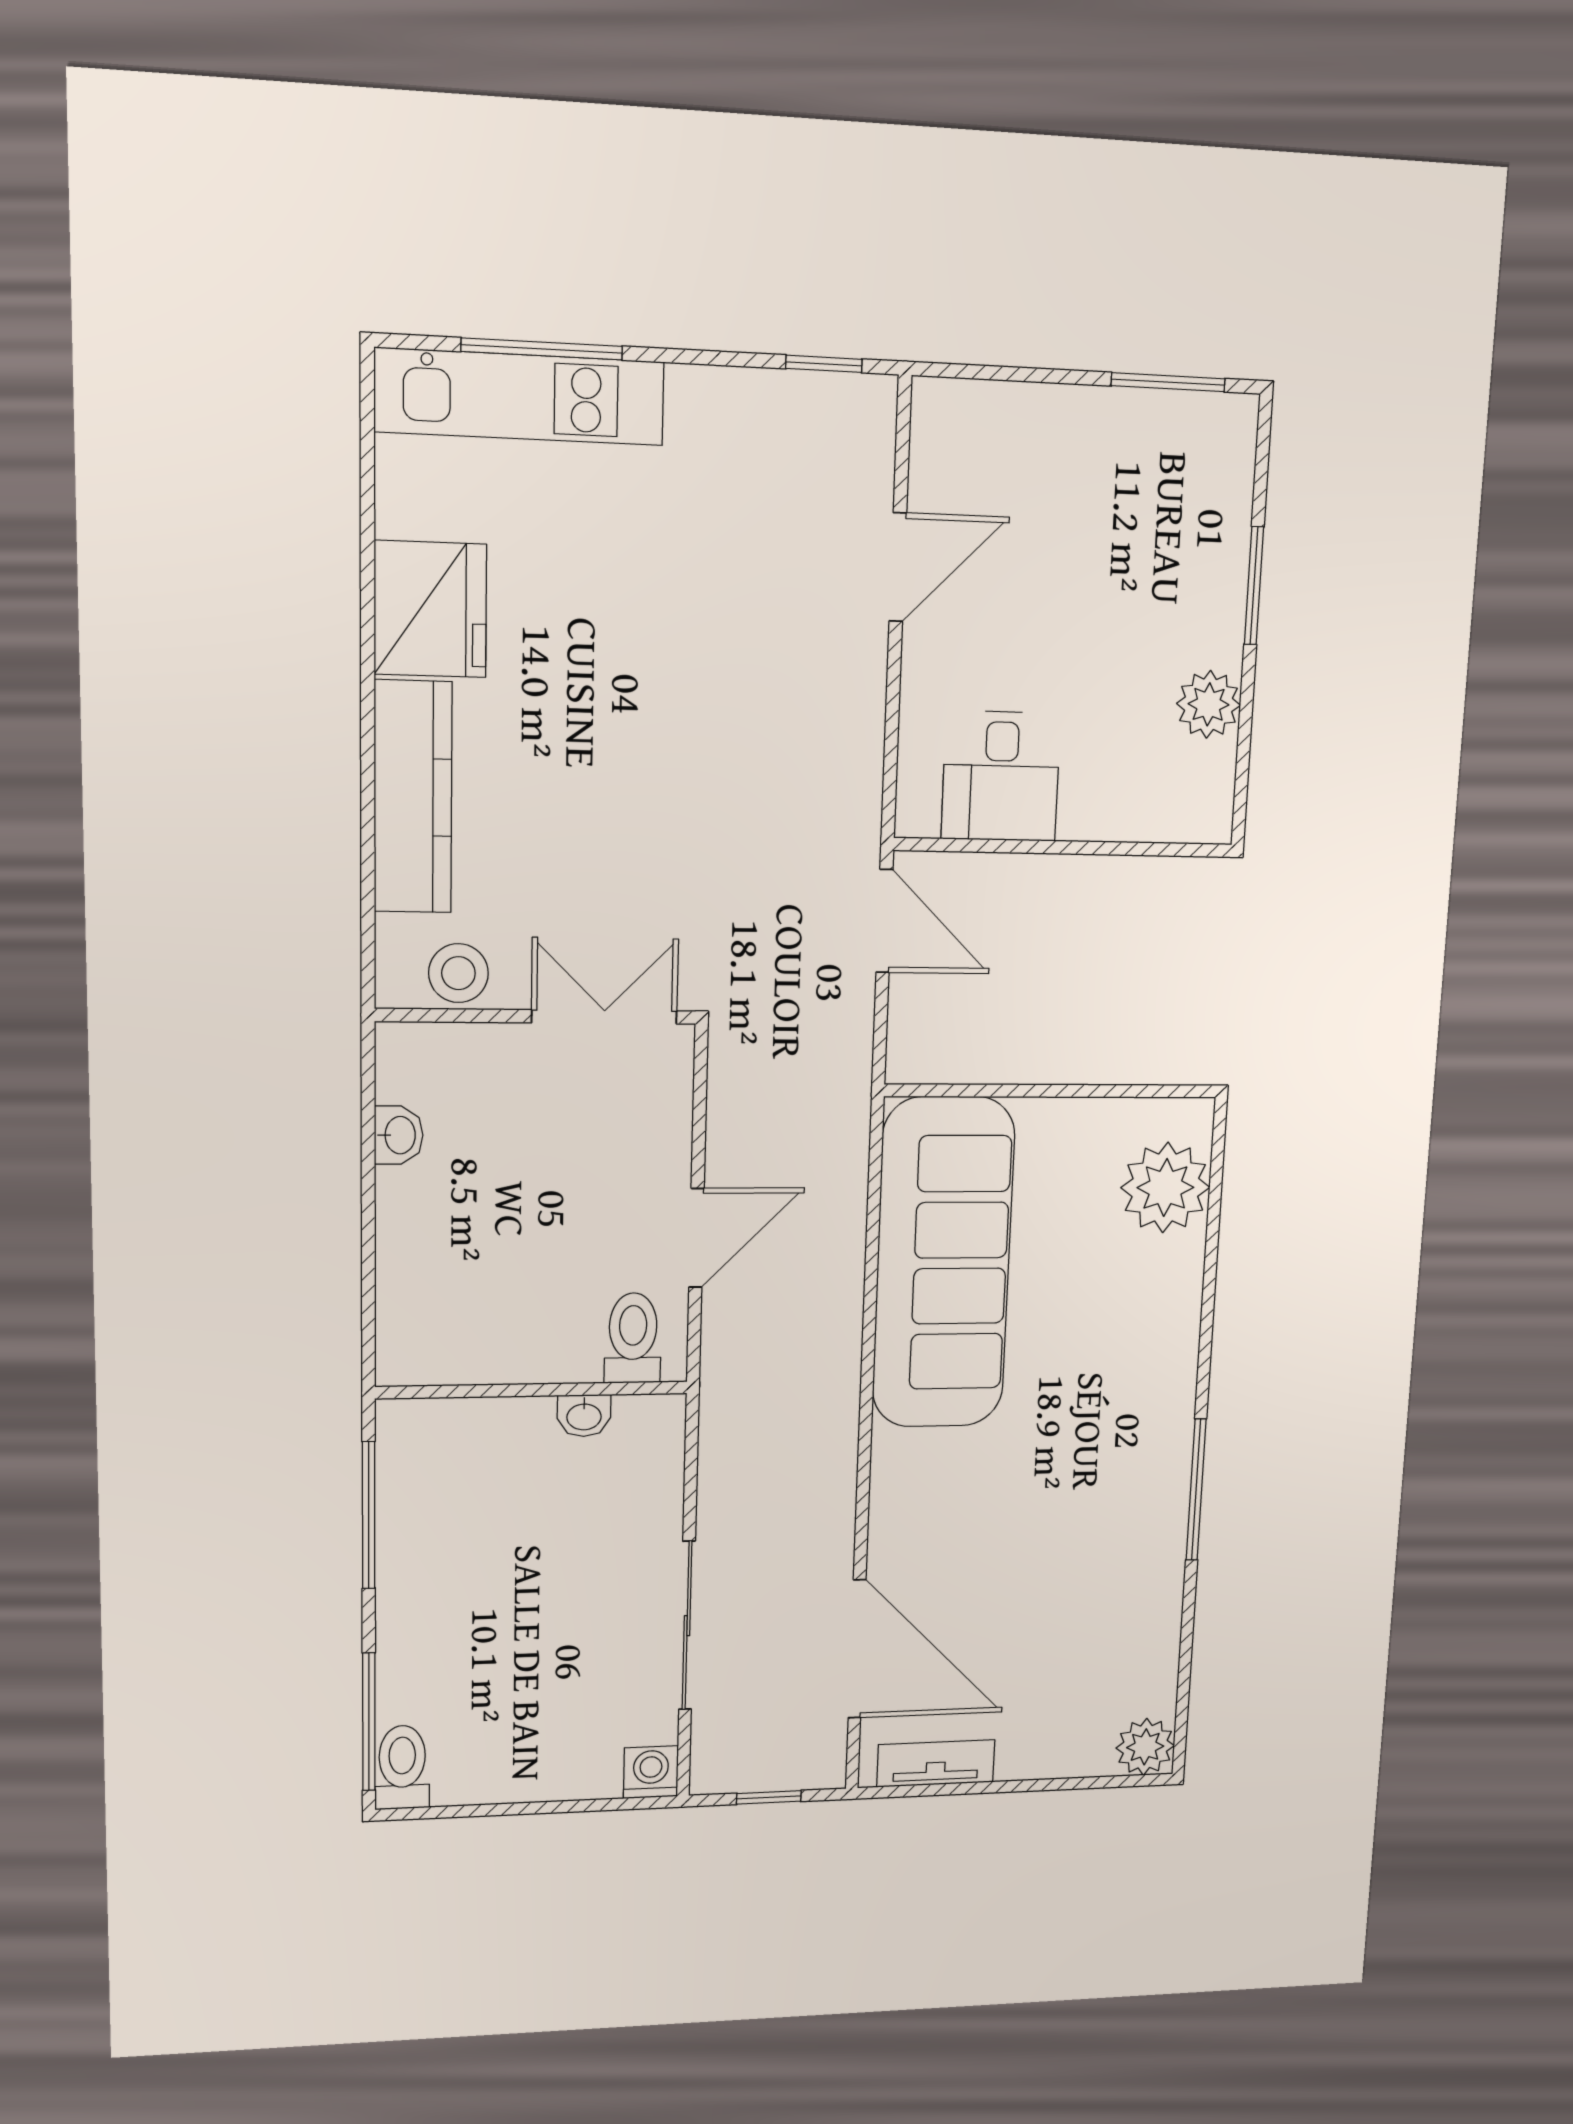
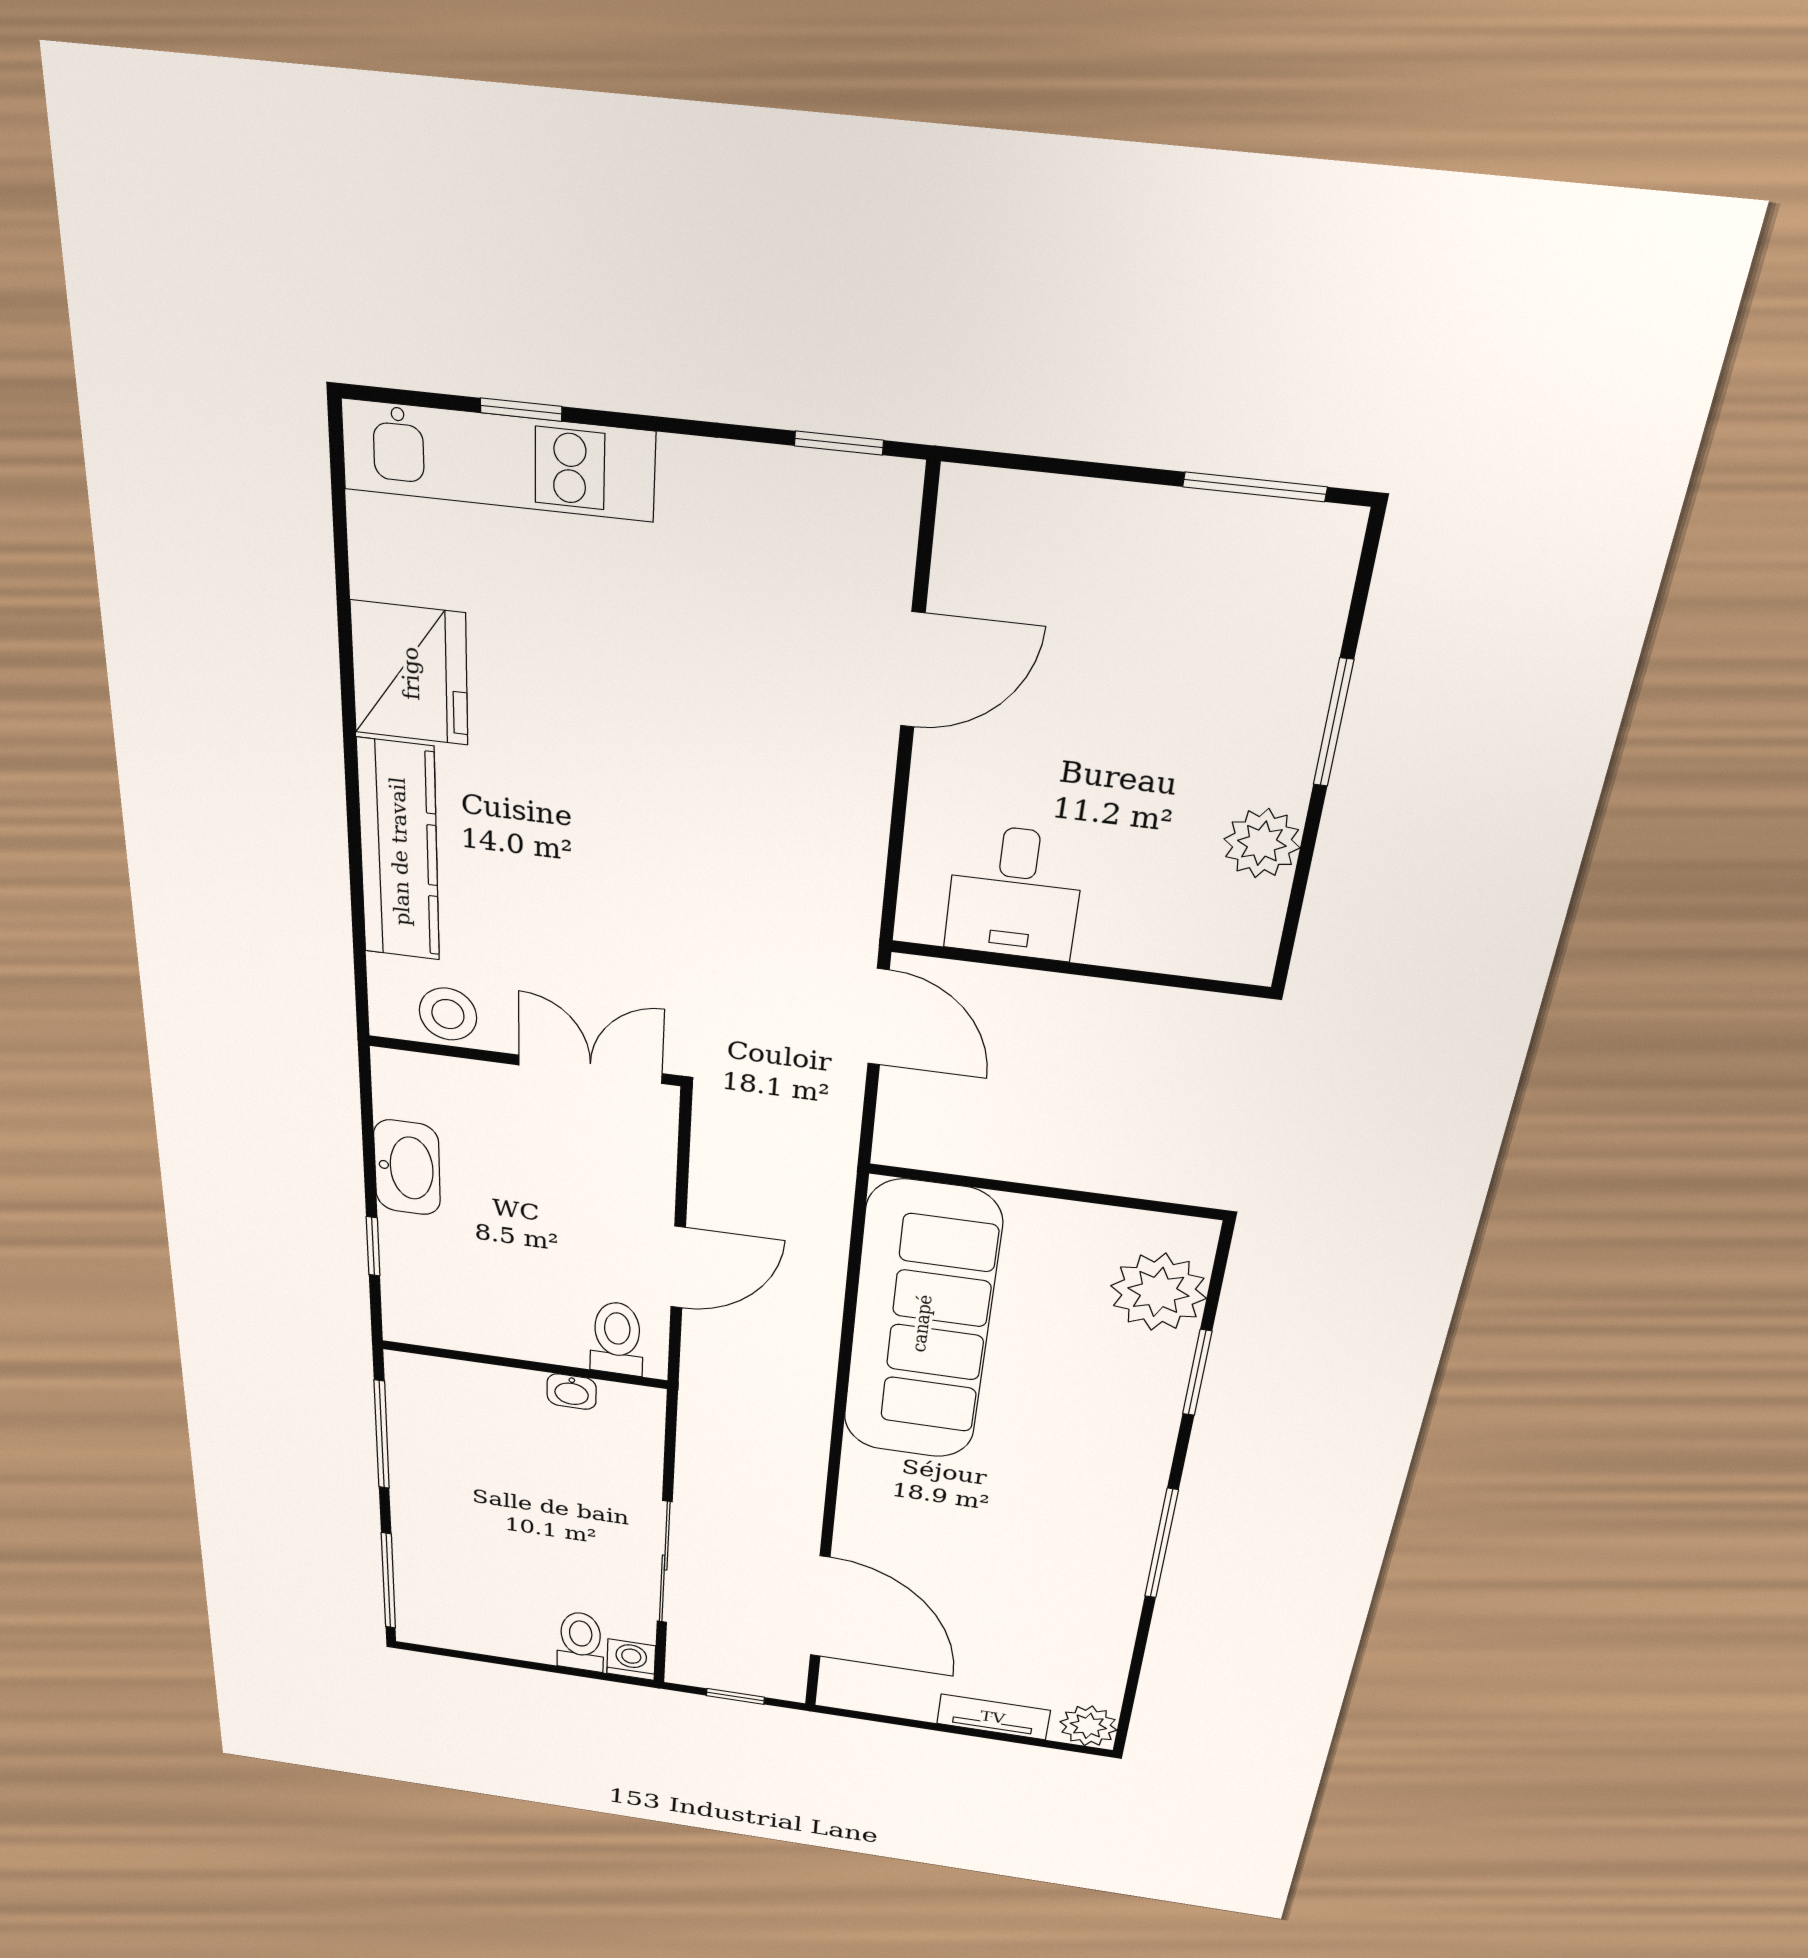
window: (542, 349) -> (521, 410), width x0.46
washbasin: (399, 1135) -> (407, 1168), width x1.91, depth x1.45
window: (368, 1267) -> (373, 1246), added
window: (1210, 1275) -> (1197, 1373), added
tv unit: (936, 1763) -> (993, 1717), moved
toilet: (402, 1767) -> (581, 1641), moved

